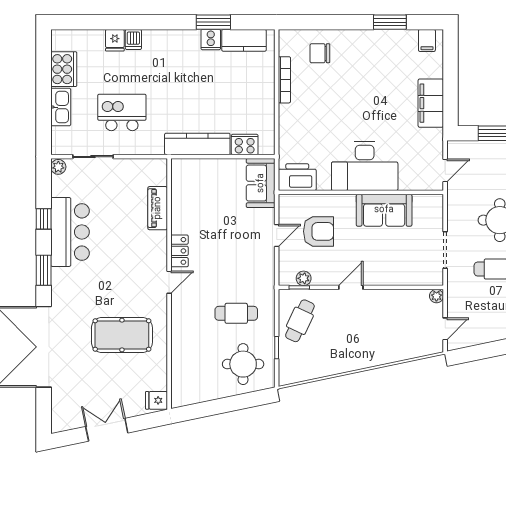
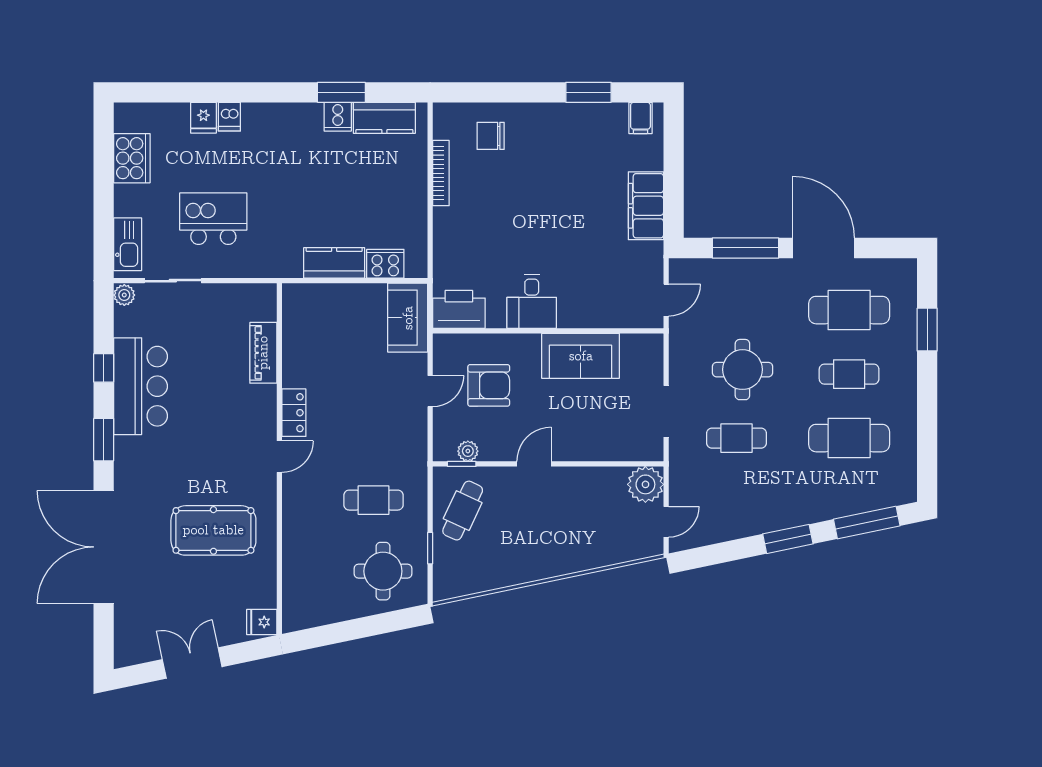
kitchen sink: (61, 107) -> (128, 244), moved
kitchen counter: (197, 144) -> (334, 263), width x0.67
desk: (365, 166) -> (532, 302), width x0.53, depth x0.77
plant: (436, 296) -> (645, 484), width x1.88, depth x1.88

